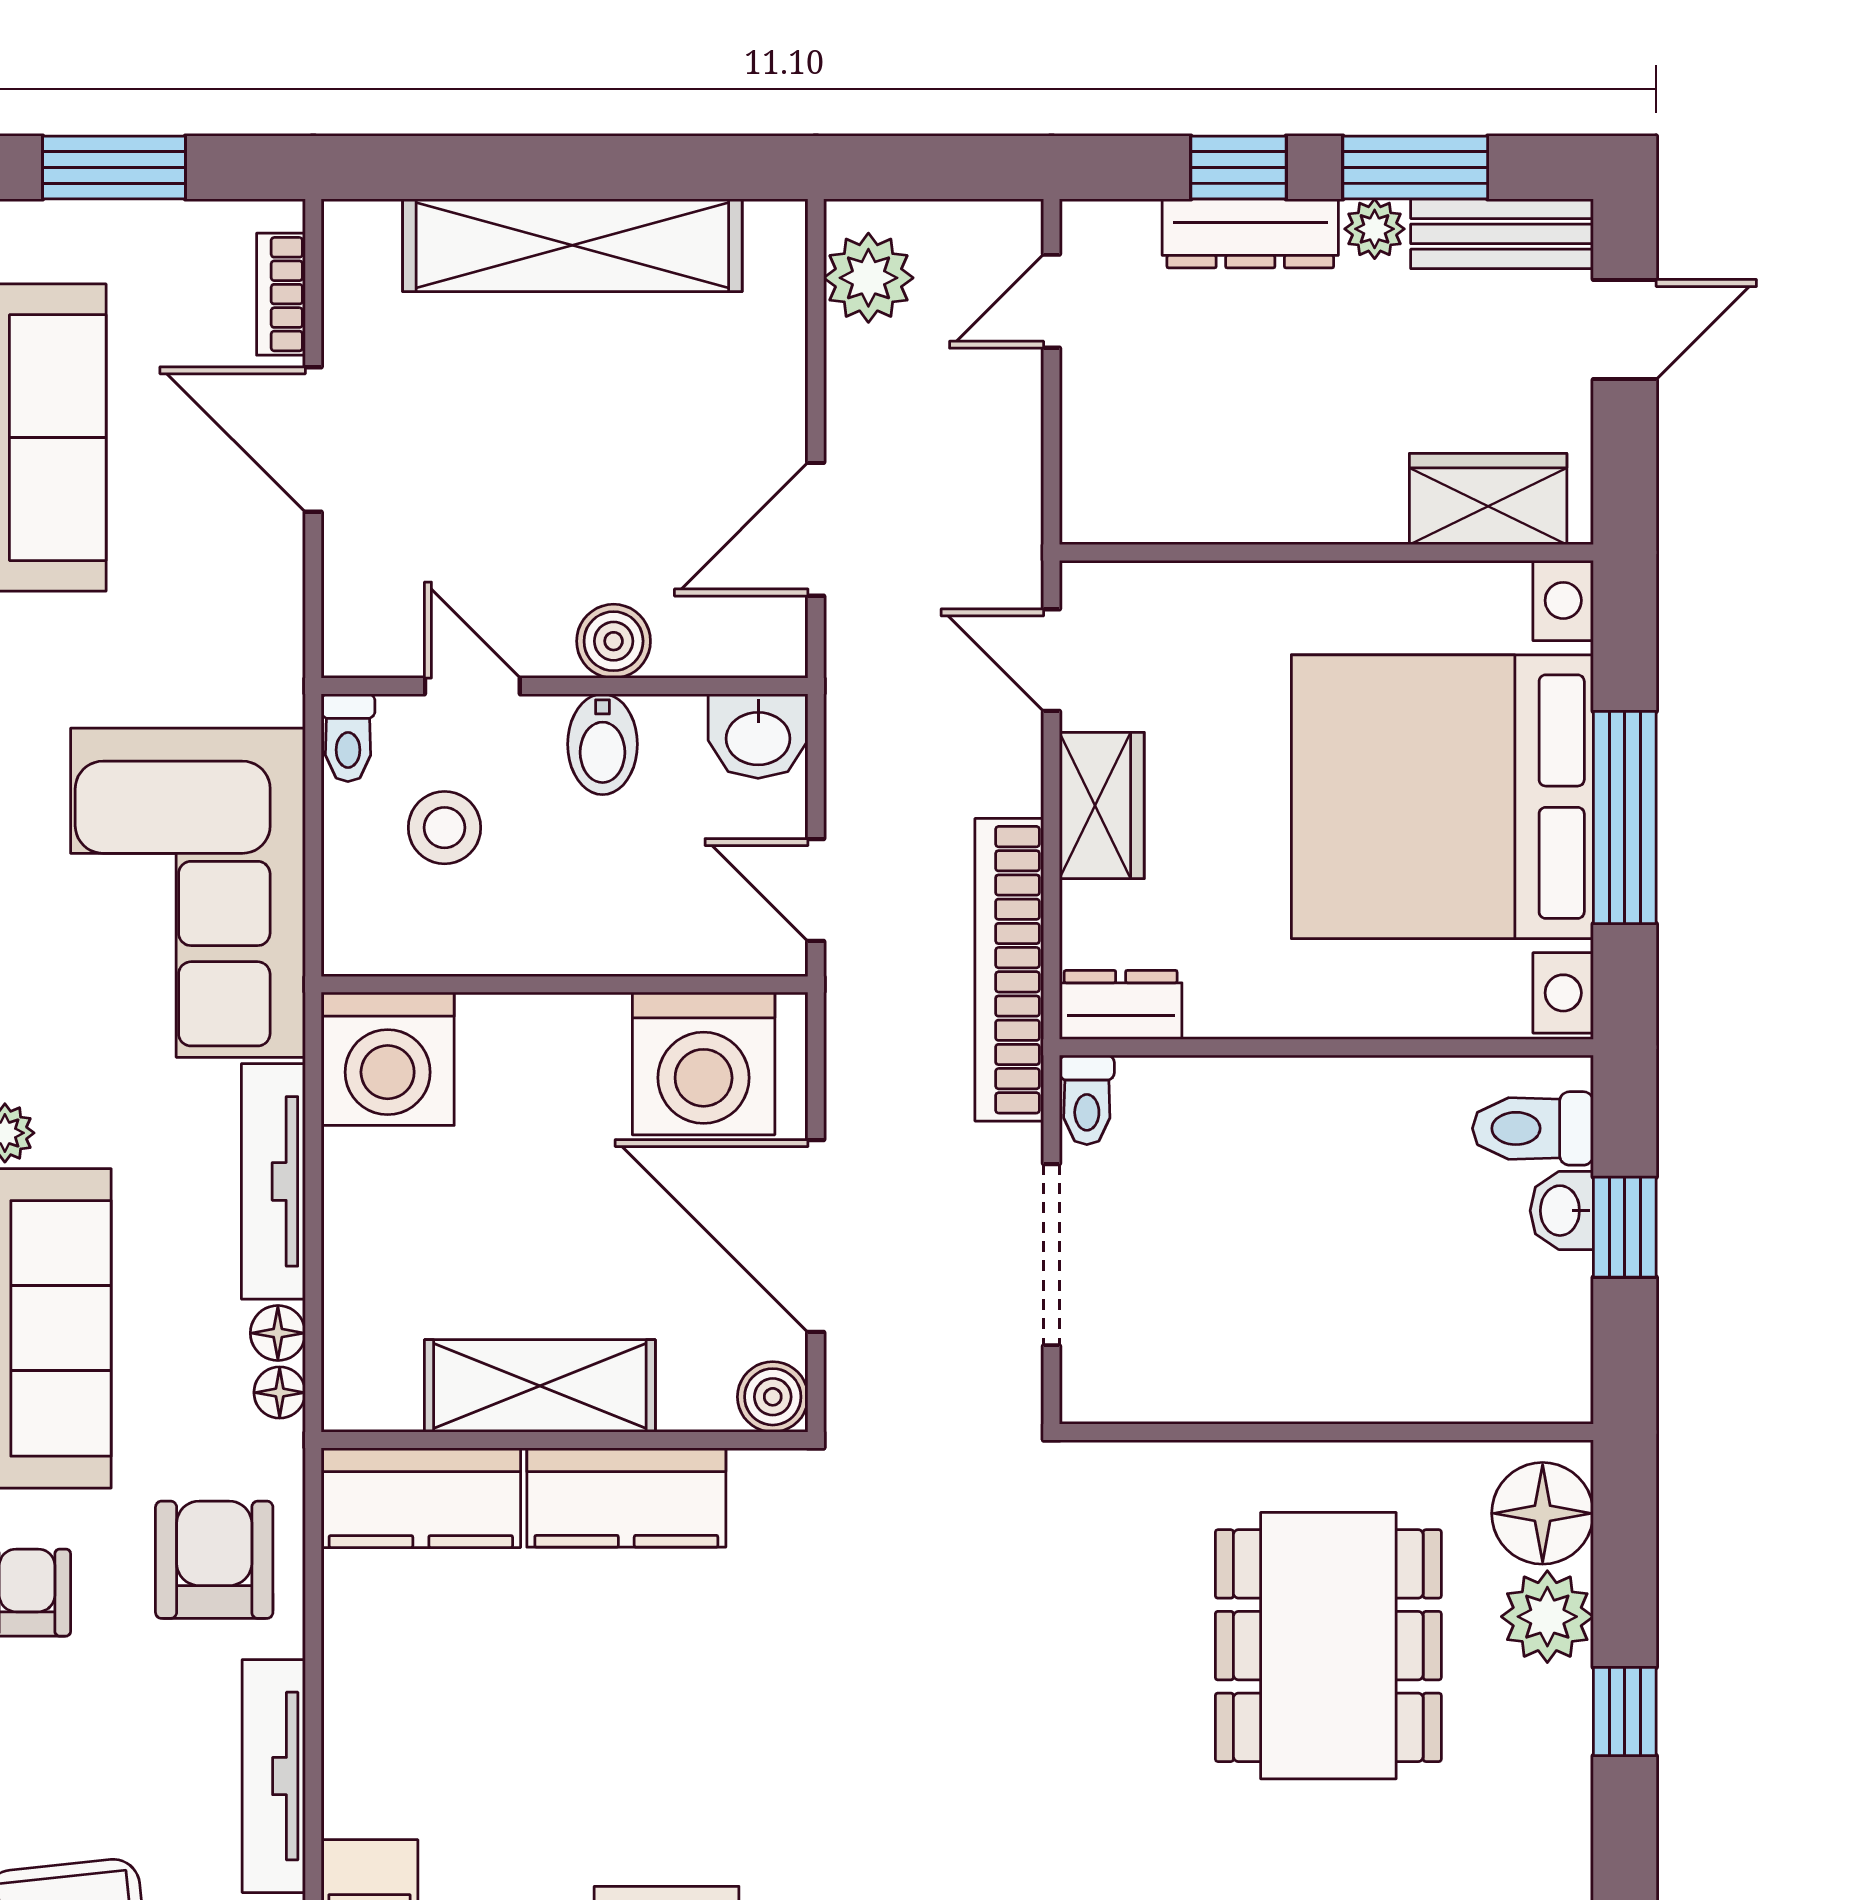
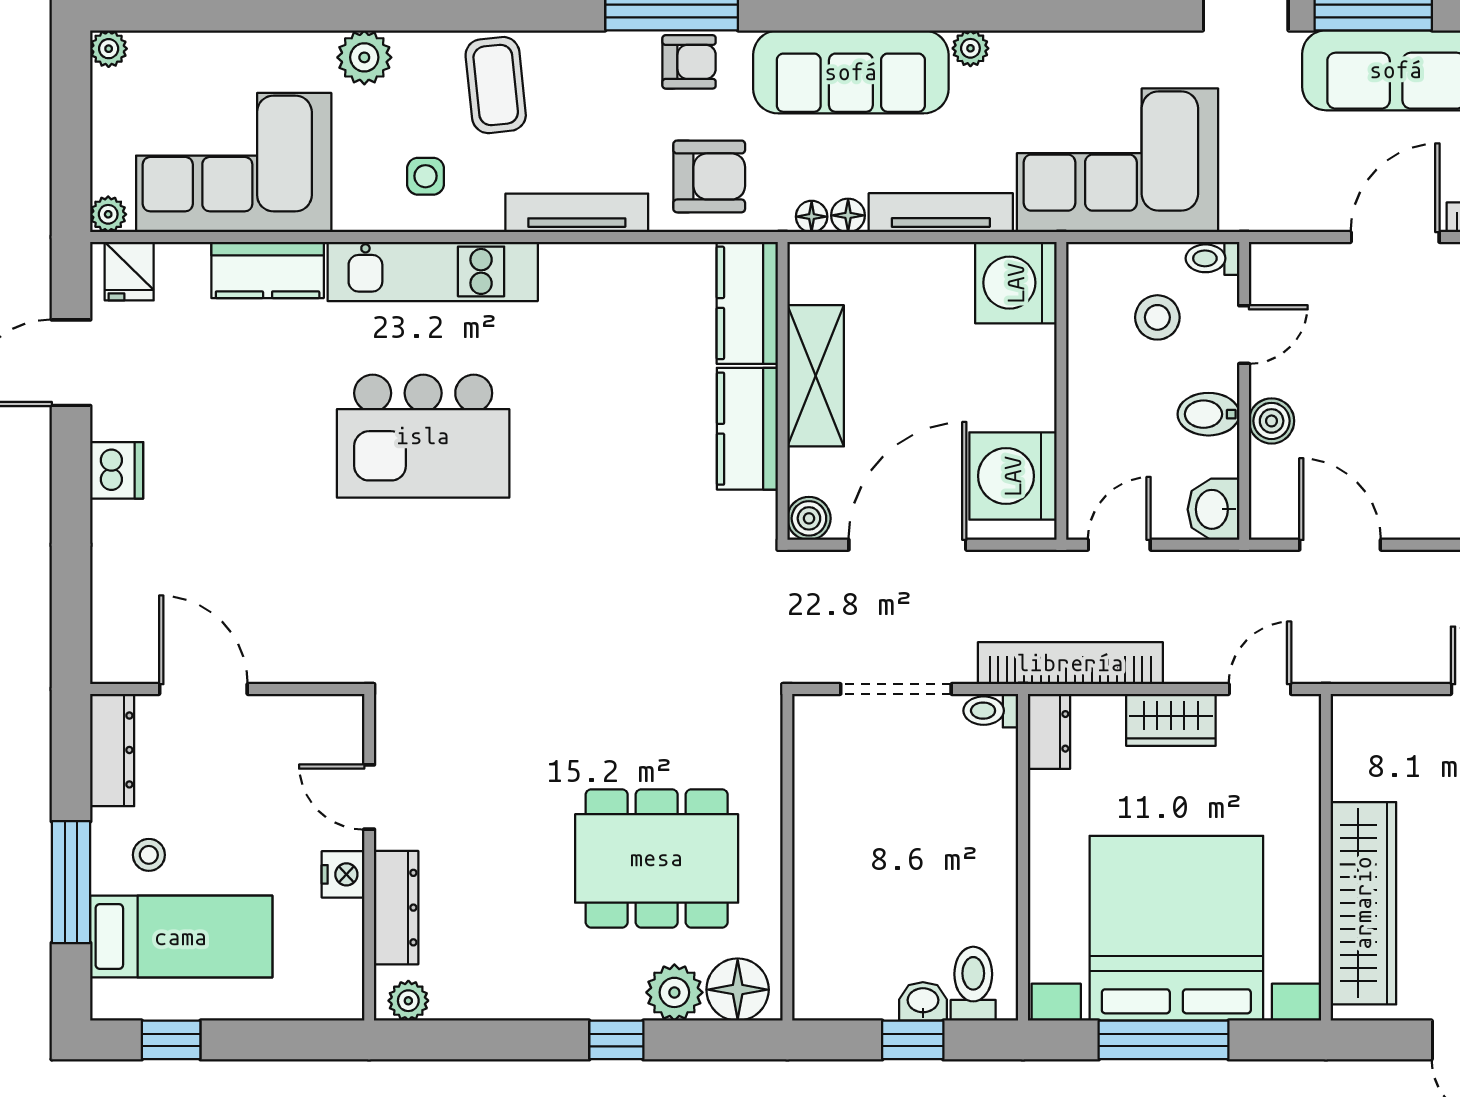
wardrobe: (1488, 499) -> (1363, 903), width x2.10, depth x1.17

